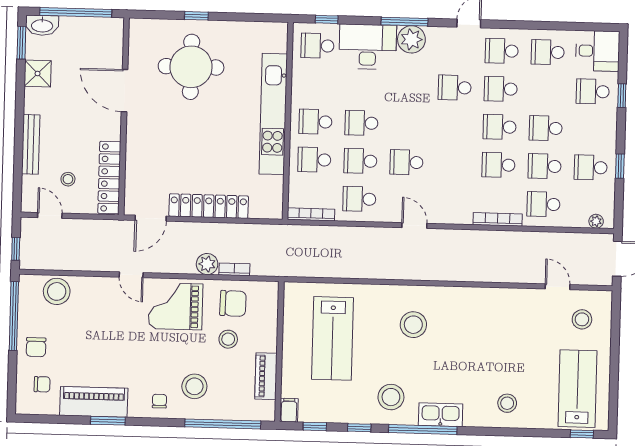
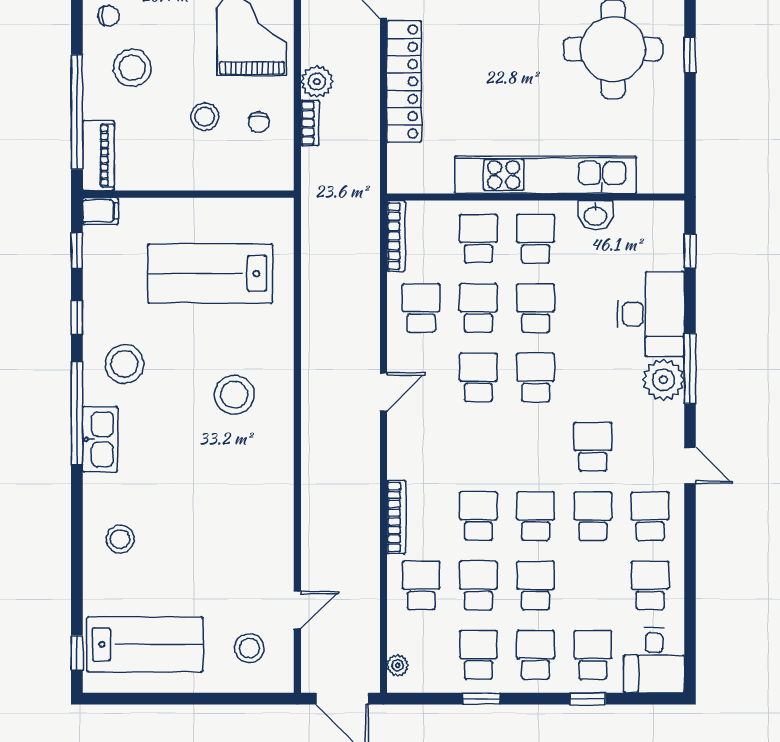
school desk: (318, 46) -> (536, 377), moved
washbasin: (301, 82) -> (595, 215), added
school desk: (592, 129) -> (536, 655), added
chair: (233, 303) -> (259, 122), width x0.54, depth x0.54
piano: (266, 376) -> (98, 156), moved, turned 90

